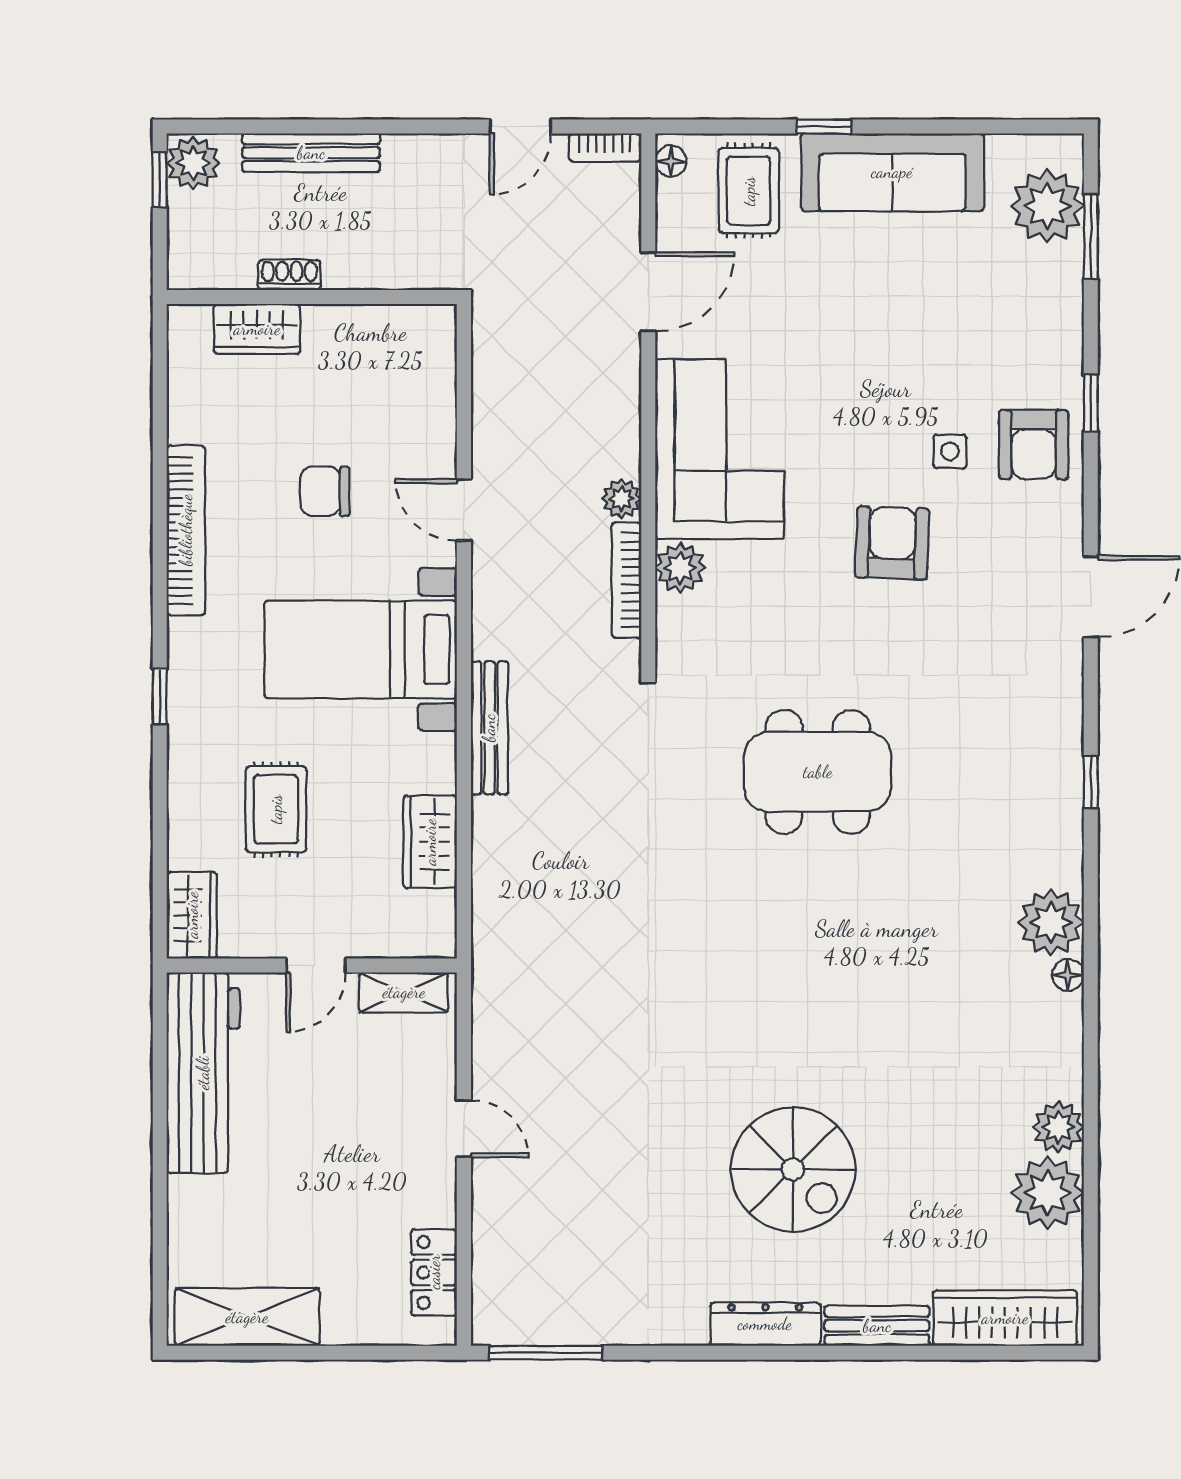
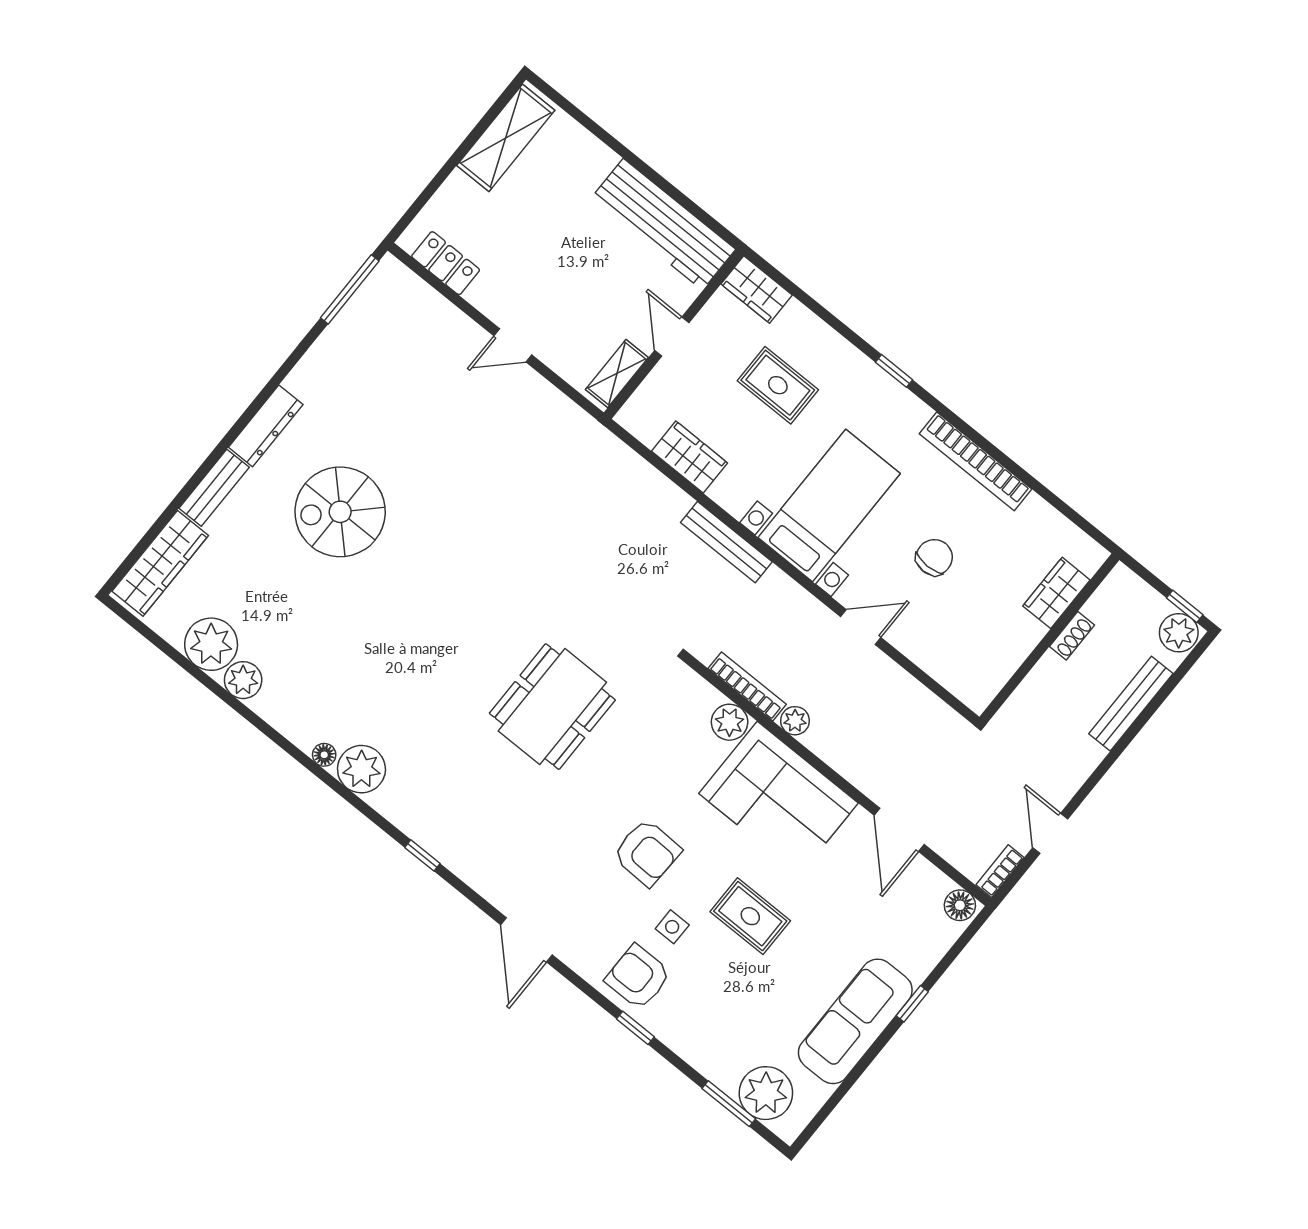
floor lamp: (671, 161) -> (960, 905), width x1.37, depth x1.37
rug: (749, 191) -> (750, 916), moved

